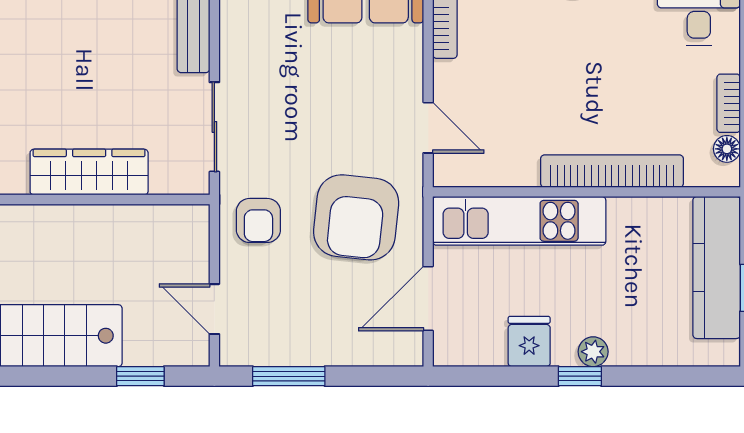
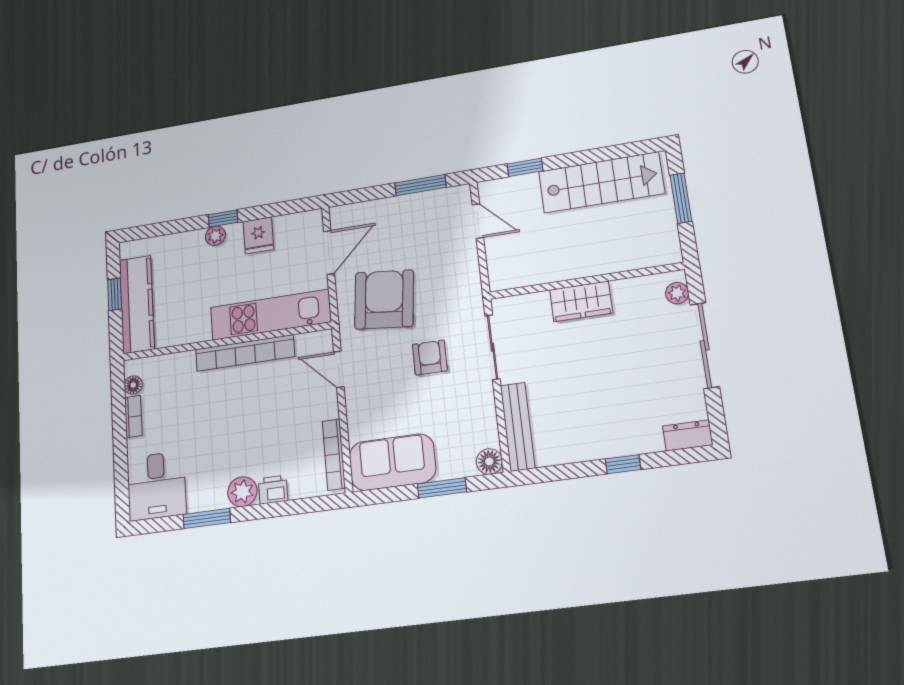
bookcase: (612, 171) -> (245, 353), moved
wardrobe: (89, 172) -> (581, 301), width x0.67
armchair: (258, 220) -> (430, 357), moved

